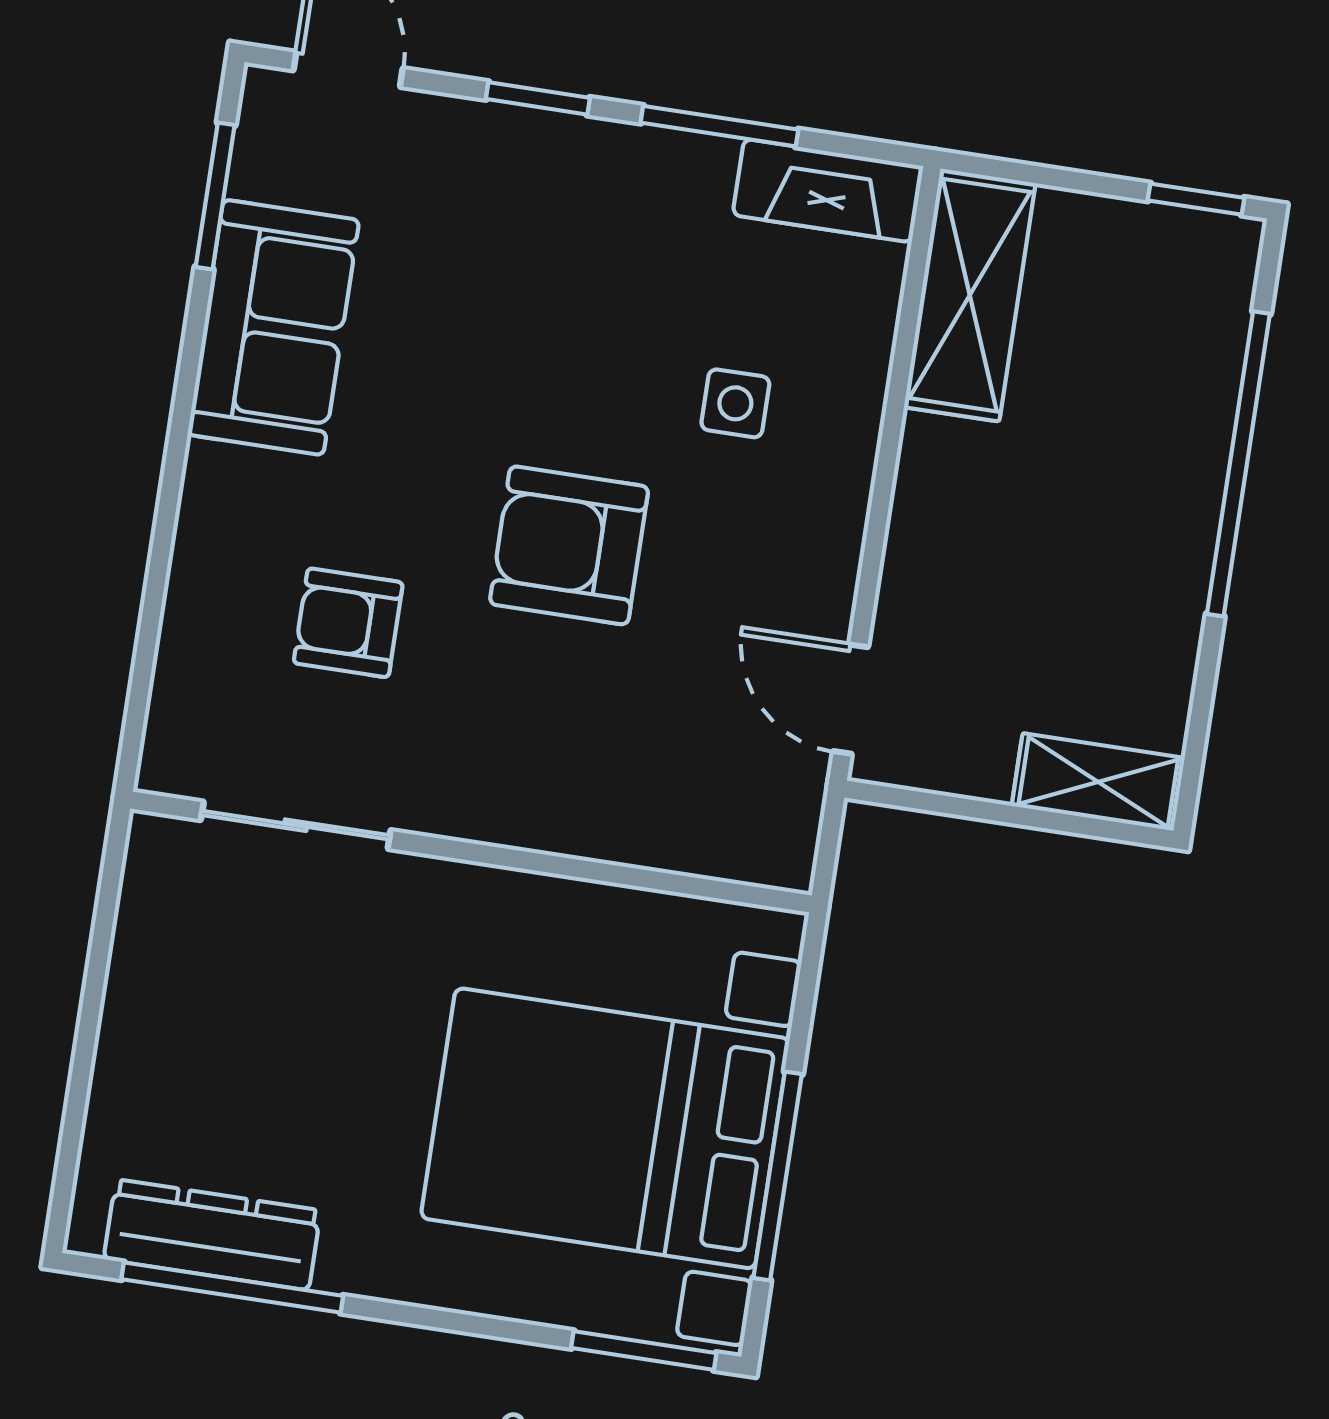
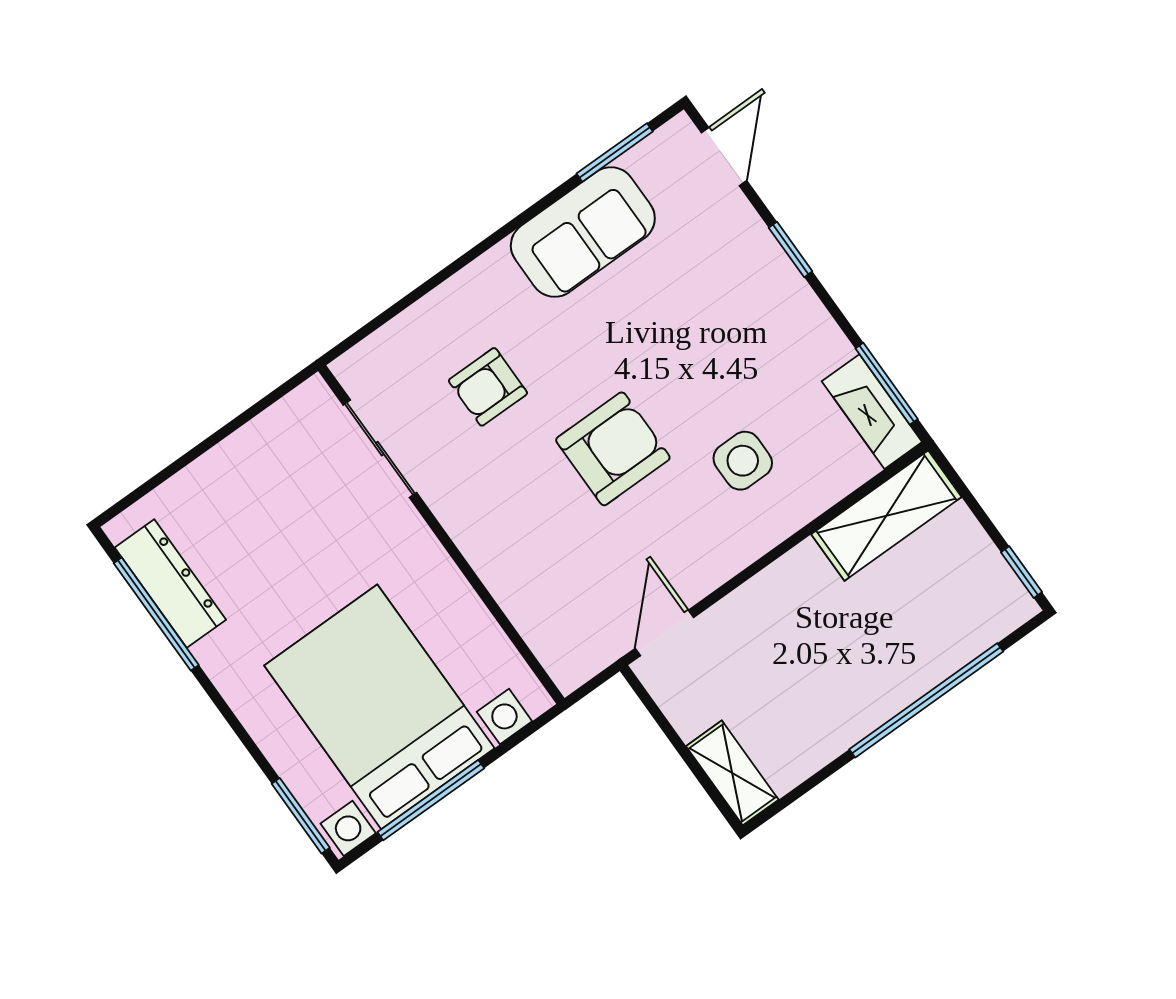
window: (719, 126) -> (887, 384), moved
side table: (735, 403) -> (743, 461), width x1.37, depth x1.37
armchair: (569, 545) -> (613, 449), turned 90
armchair: (348, 623) -> (488, 387), turned -90

